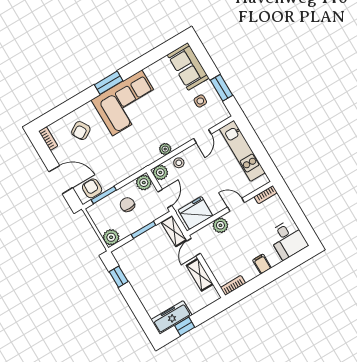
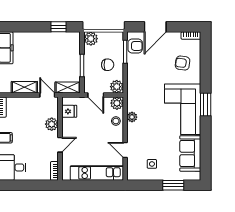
sofa: (188, 66) -> (190, 153), moved, turned -90
window: (222, 88) -> (173, 185), moved
armchair: (81, 131) -> (183, 63), turned -51
fridge: (196, 213) -> (69, 111), width x0.53, depth x0.75

